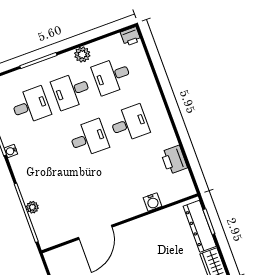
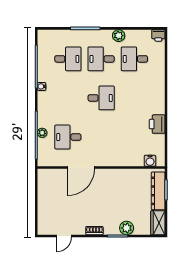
desk: (129, 124) -> (68, 137), moved, turned 180
printer: (174, 160) -> (157, 124), moved
water cooler: (153, 202) -> (150, 161), moved

